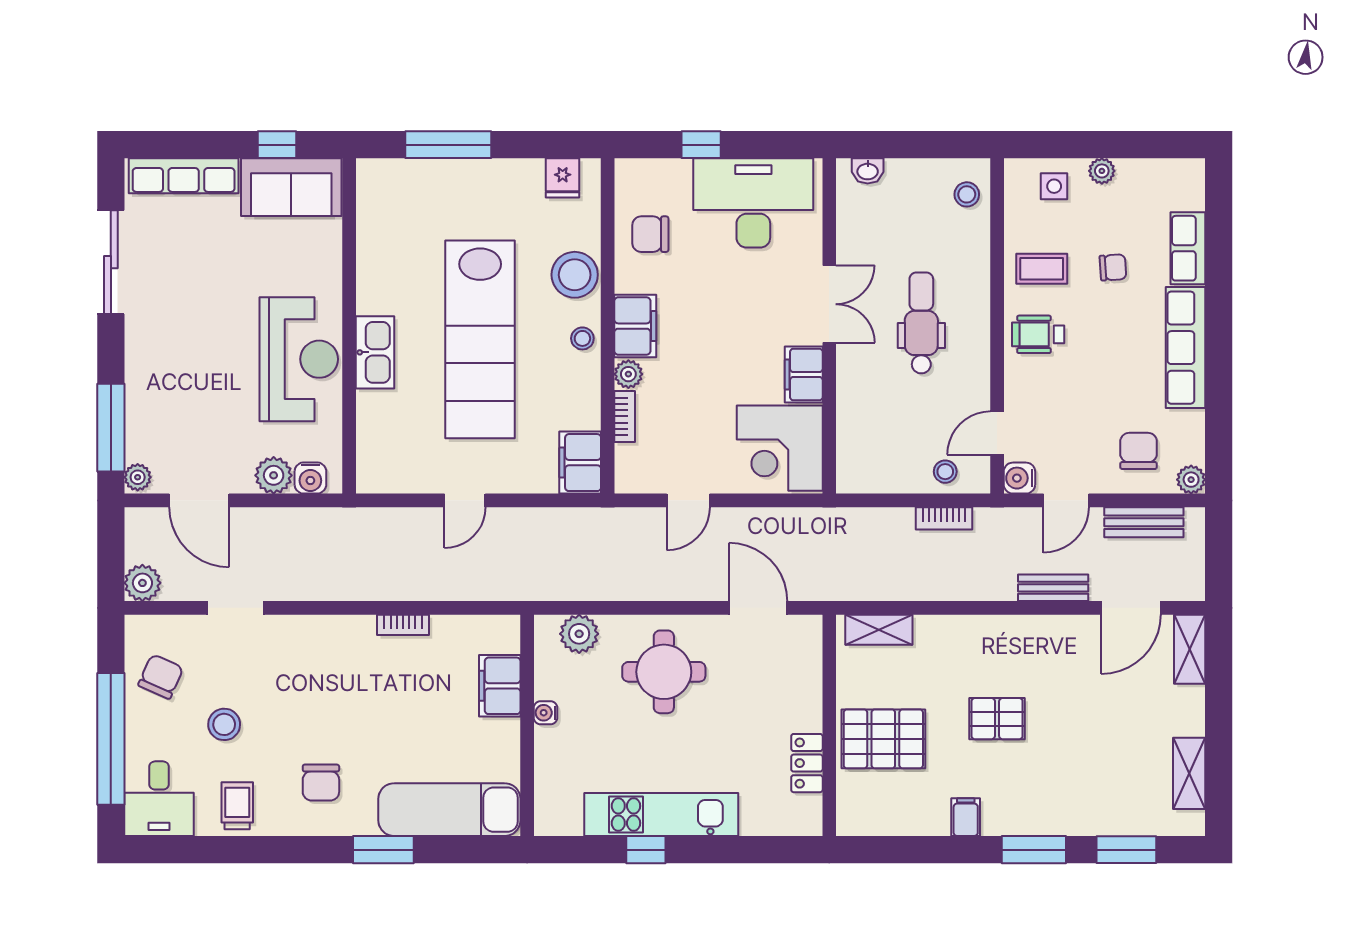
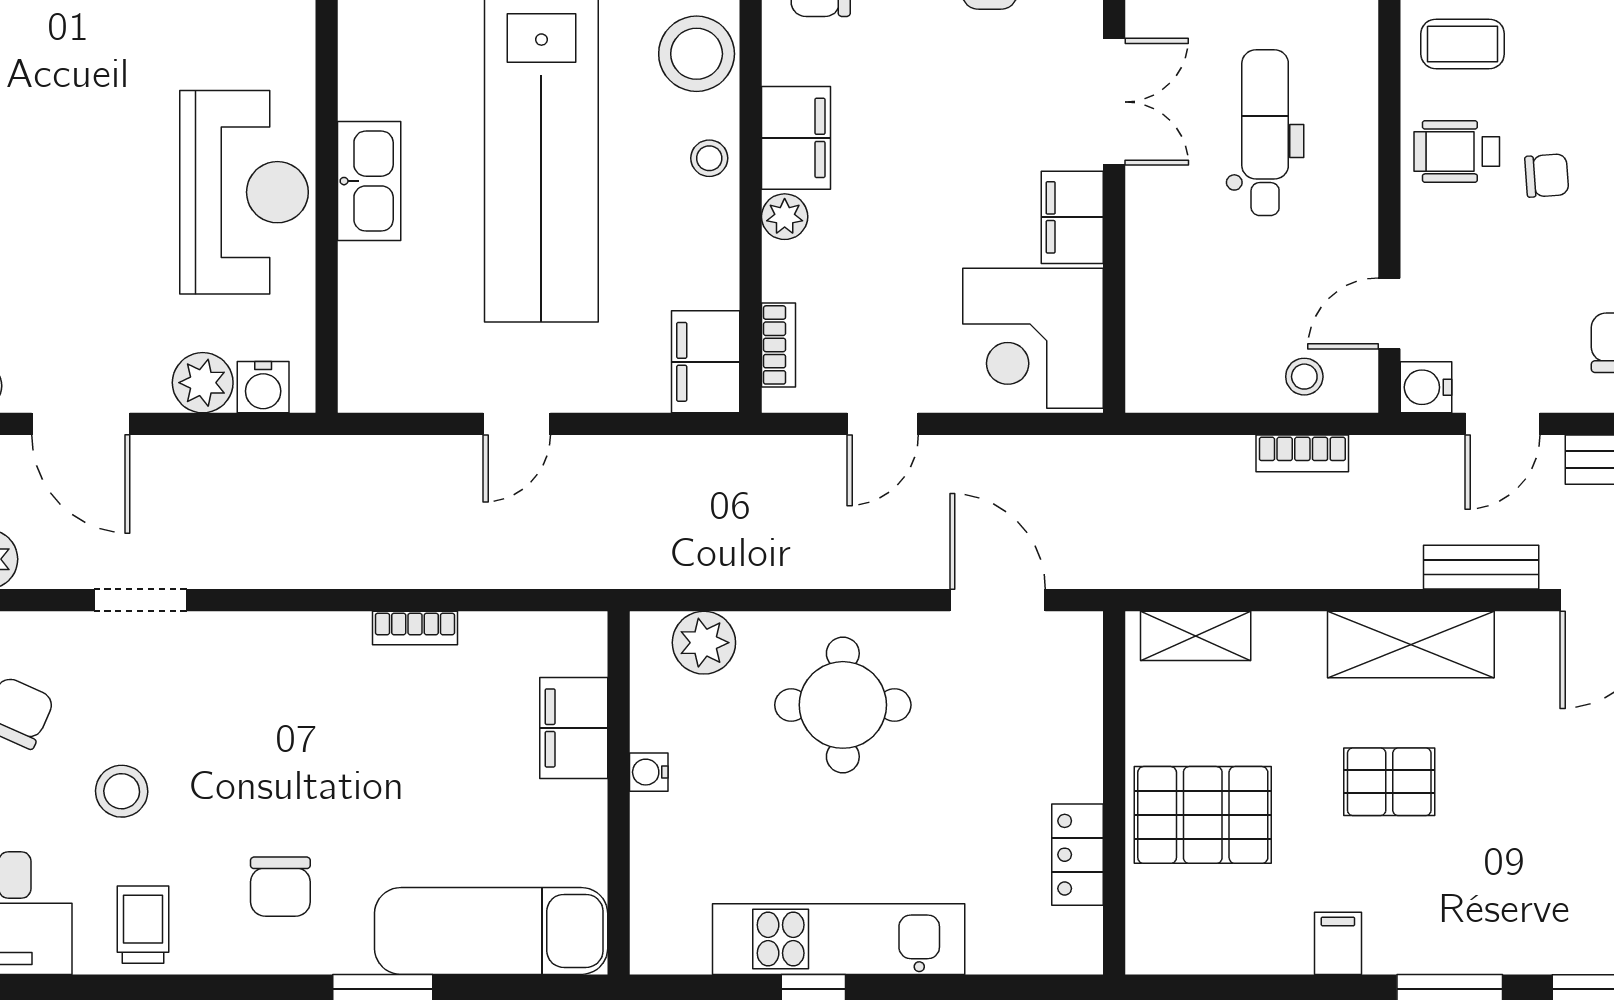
chair: (1113, 267) -> (1547, 176), moved
bookcase: (625, 416) -> (779, 345), moved
shelving: (1010, 635) -> (1411, 644), added

